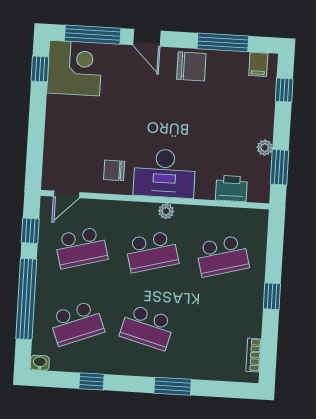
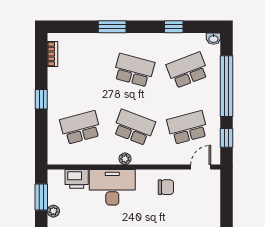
desk: (165, 173) -> (112, 187), moved
school desk: (152, 252) -> (134, 127), turned 36

